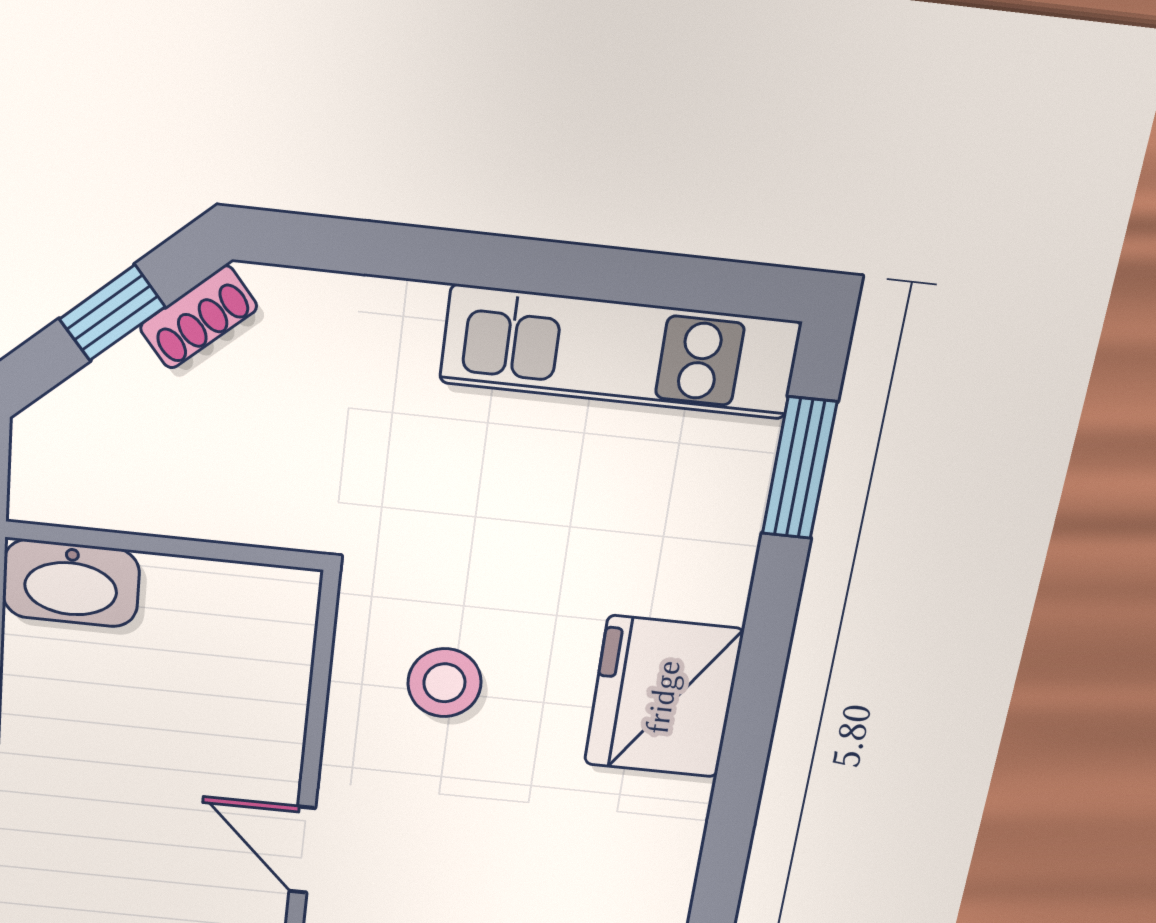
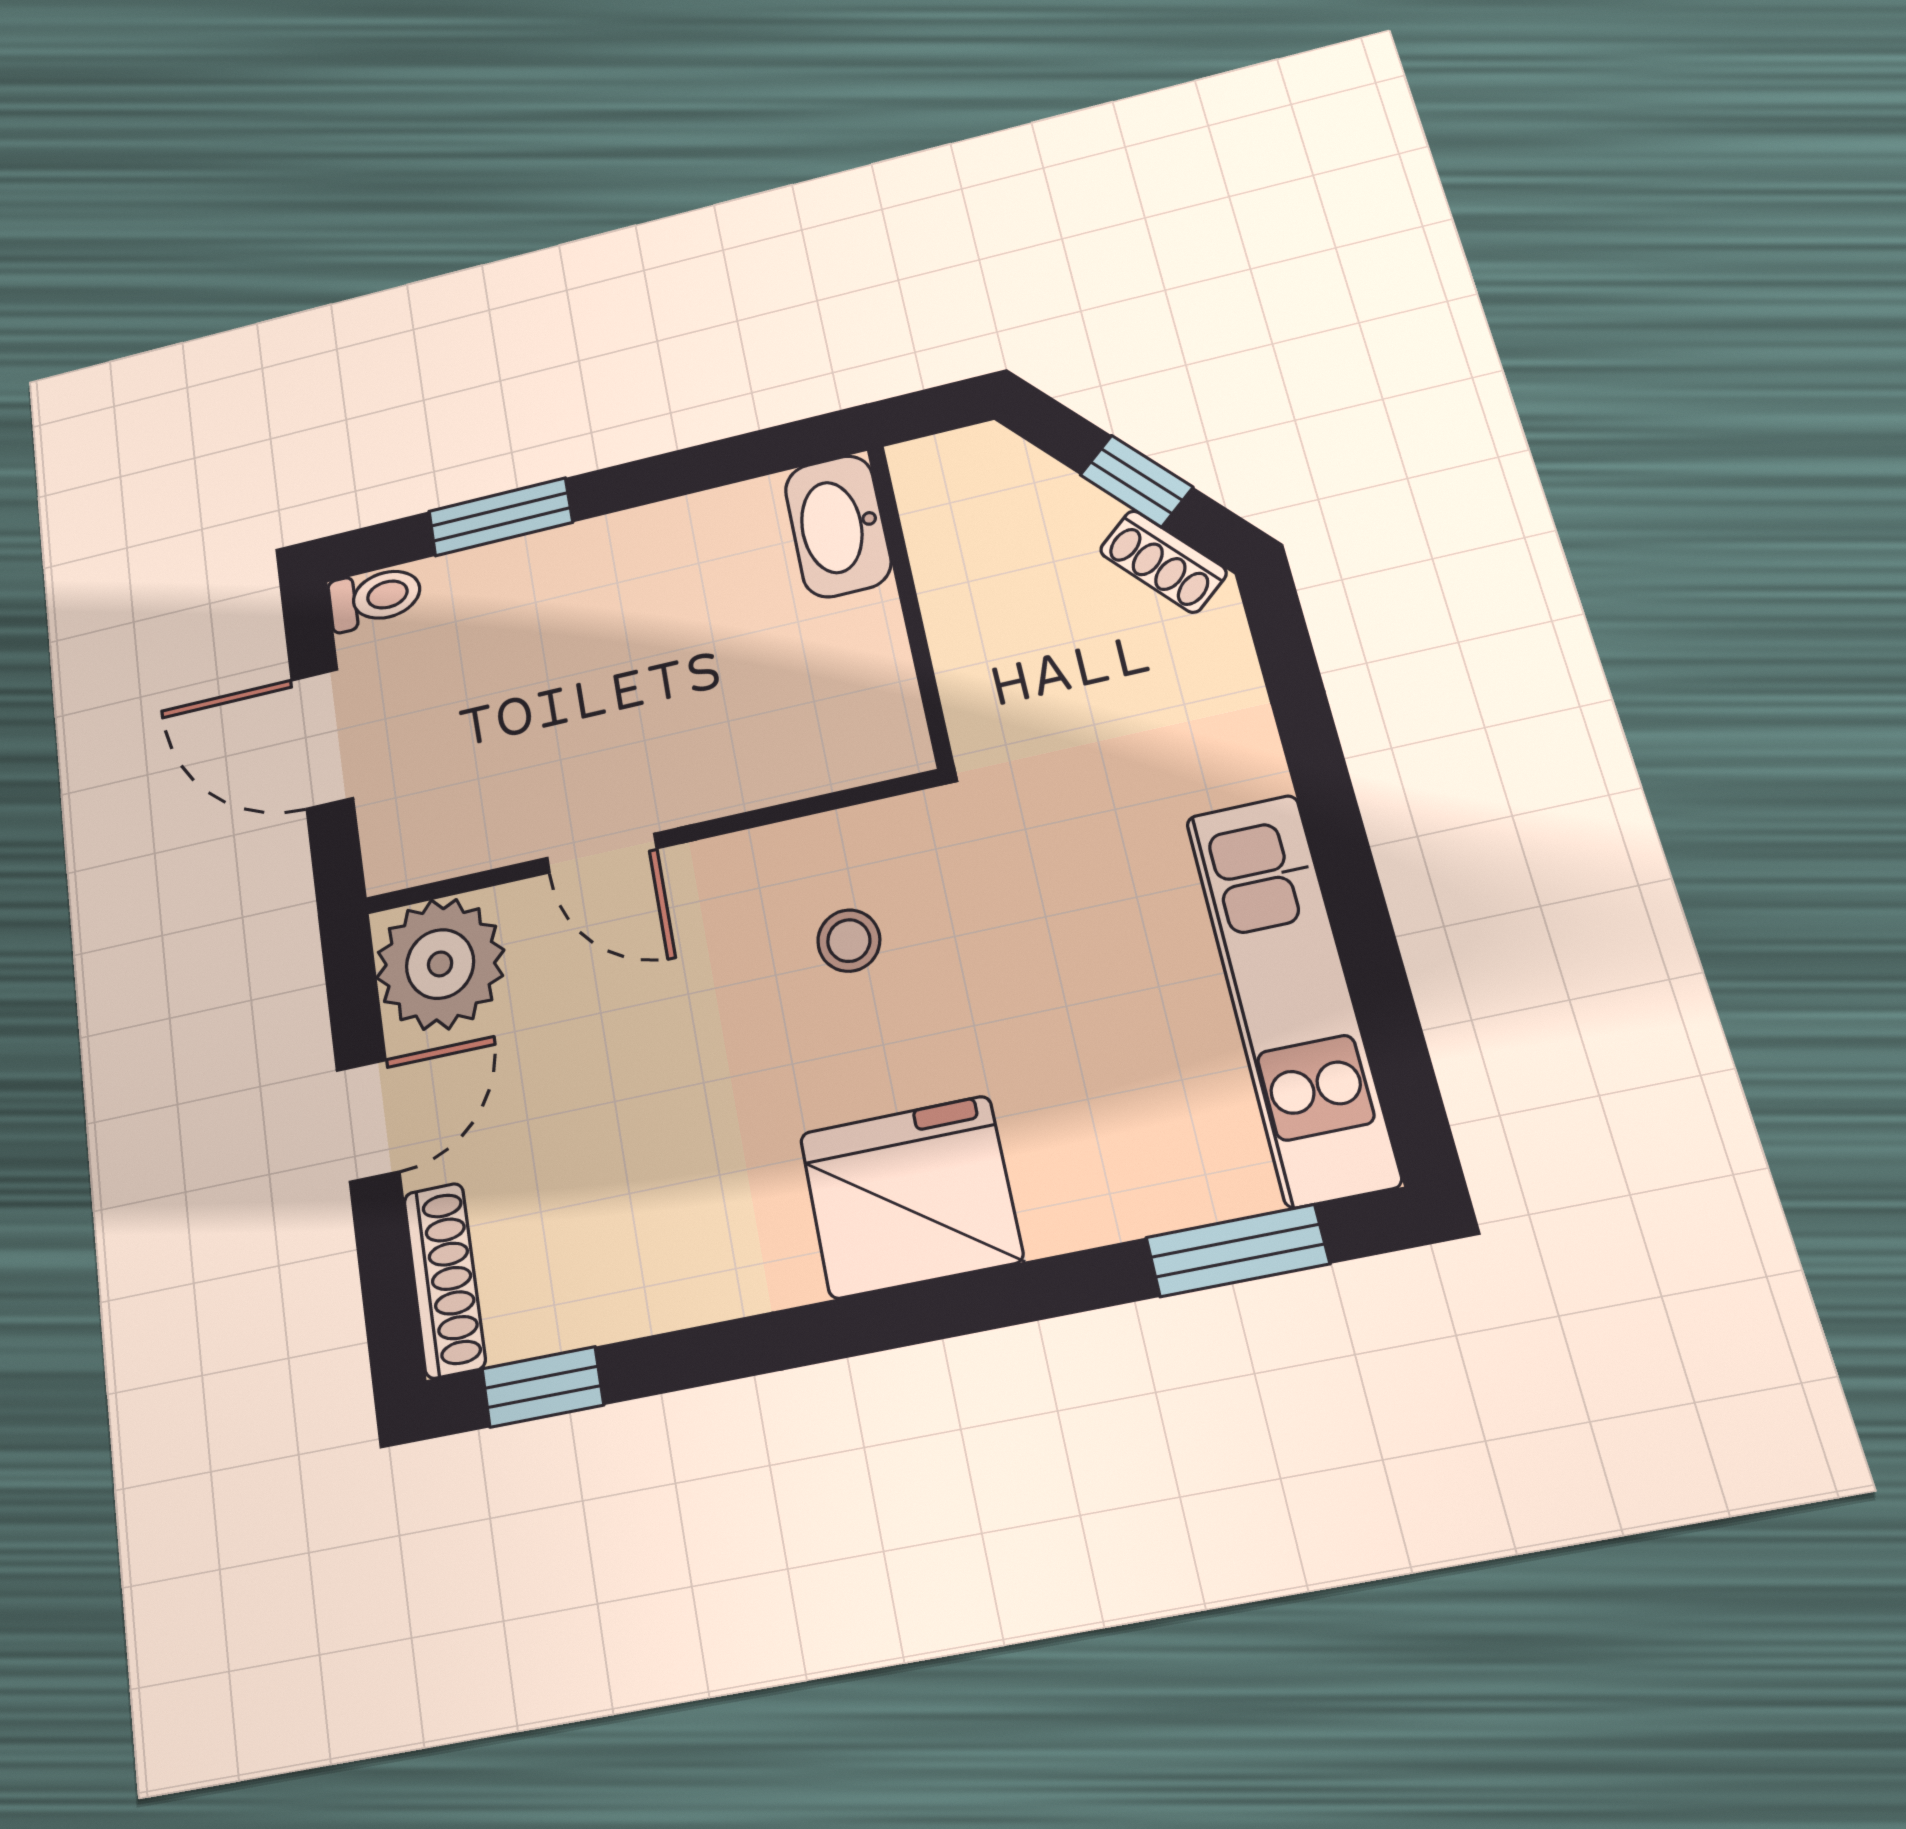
stool: (444, 683) -> (849, 941), width x0.73, depth x0.73
door: (302, 850) -> (602, 853), swing flipped

